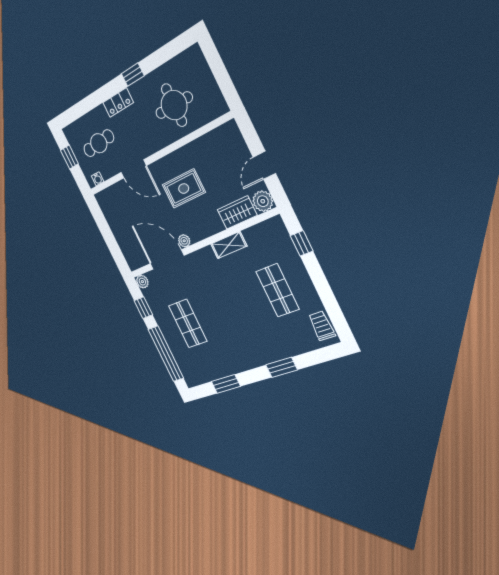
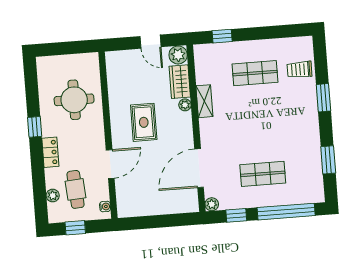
plant: (84, 123) -> (53, 196), added
plant: (184, 241) -> (185, 105), moved
trolley: (322, 326) -> (300, 70), moved

